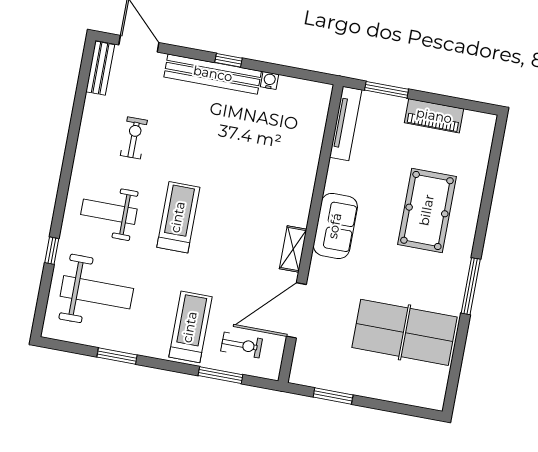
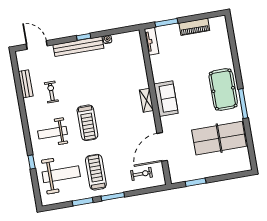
bench: (100, 68) -> (26, 84), moved
tv unit: (346, 124) -> (152, 41), width x0.71
pool table: (427, 210) -> (223, 90), moved
treadmill: (178, 217) -> (87, 123), turned 180
shelving: (293, 249) -> (146, 100), moved
treadmill: (190, 327) -> (96, 172), moved
window: (220, 375) -> (113, 197), moved

